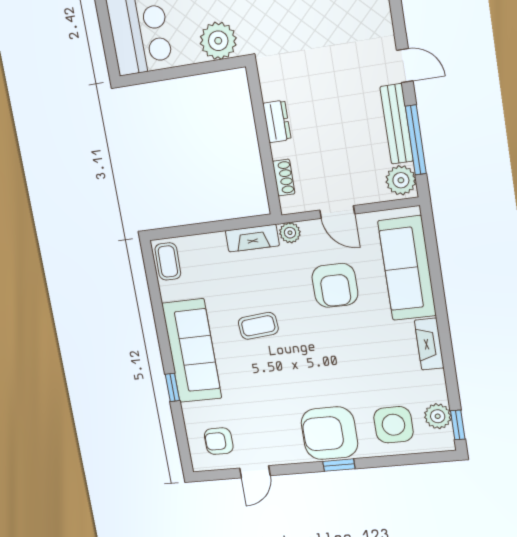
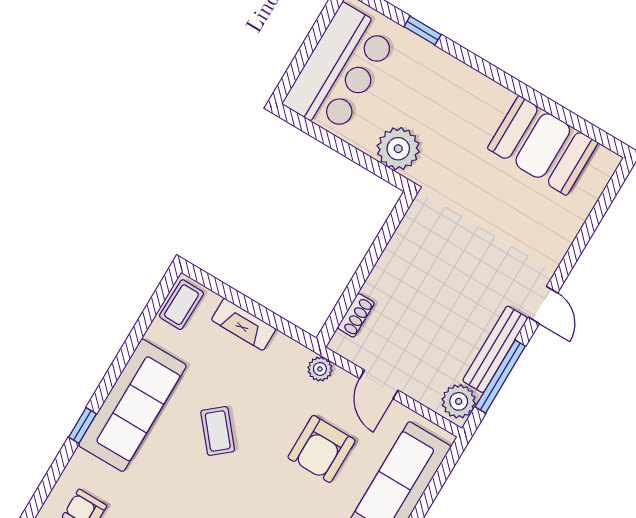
dresser: (277, 121) -> (391, 261), removed
fireplace: (252, 238) -> (244, 324), moved
coffee table: (258, 326) -> (218, 431), turned 55

